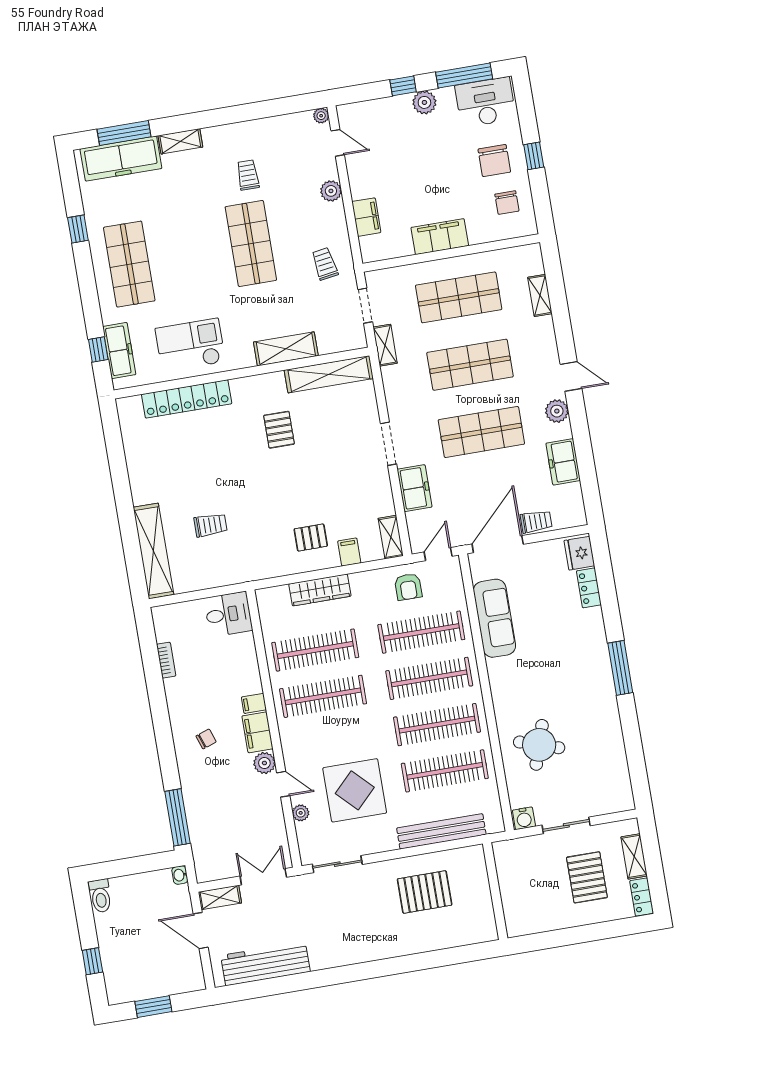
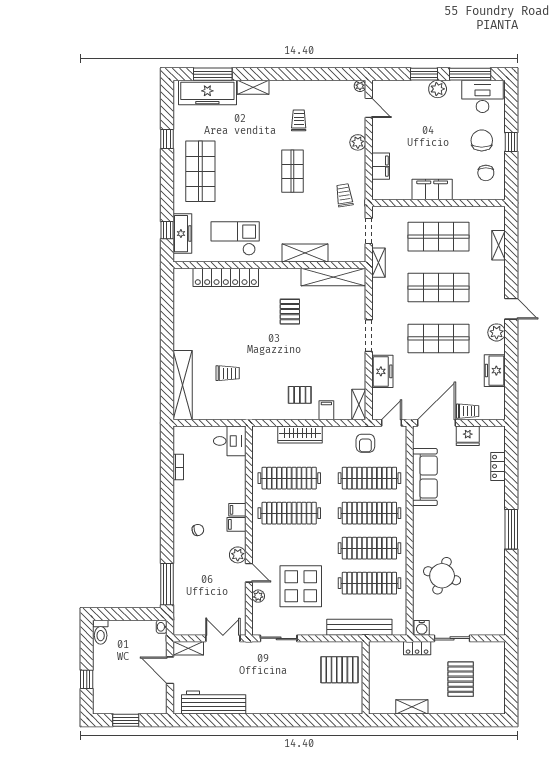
window: (403, 86) -> (424, 74), width x1.50
chair: (494, 161) -> (482, 140), turned 180
shop shelf: (251, 244) -> (292, 171), width x0.70, depth x0.74
fridge: (579, 553) -> (468, 436), moved, turned -90
filing cabinet: (257, 732) -> (236, 524), width x0.50
shelving: (634, 856) -> (412, 707), moved, turned 90
wall: (495, 891) -> (366, 678), moved
locker: (642, 897) -> (417, 648), moved, turned -90

